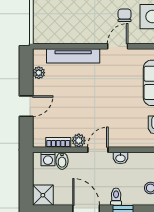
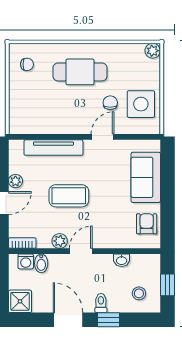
plant: (39, 73) -> (15, 181), moved
coffee table: (87, 100) -> (69, 196), added
bookcase: (58, 142) -> (22, 243), moved
washbasin: (120, 158) -> (122, 260), moved

